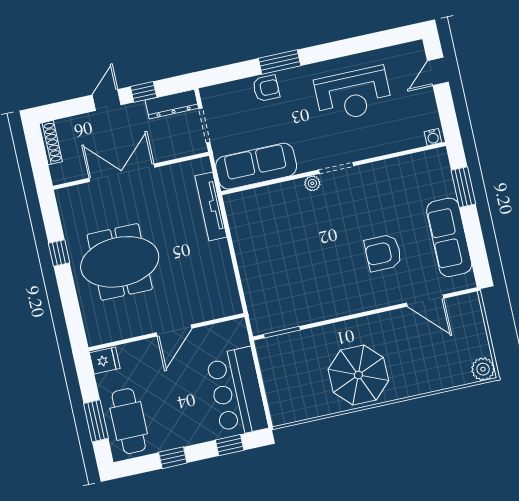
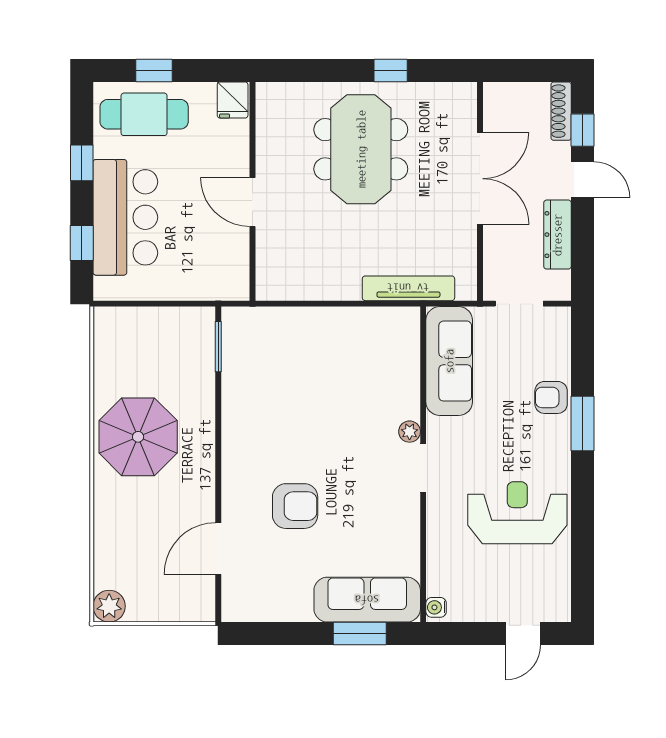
door: (438, 71) -> (523, 634), swing flipped
armchair: (266, 88) -> (551, 397), turned 90
window: (144, 92) -> (582, 130), moved
reception desk: (353, 94) -> (517, 513), turned 90
dresser: (172, 104) -> (557, 235), moved
shoe rack: (51, 143) -> (561, 111), moved, turned 90
sofa: (449, 237) -> (367, 600), moved
armchair: (383, 253) -> (295, 506), turned 90
bar counter: (237, 392) -> (125, 217), moved, turned 90
window: (96, 421) -> (154, 70), width x0.67

